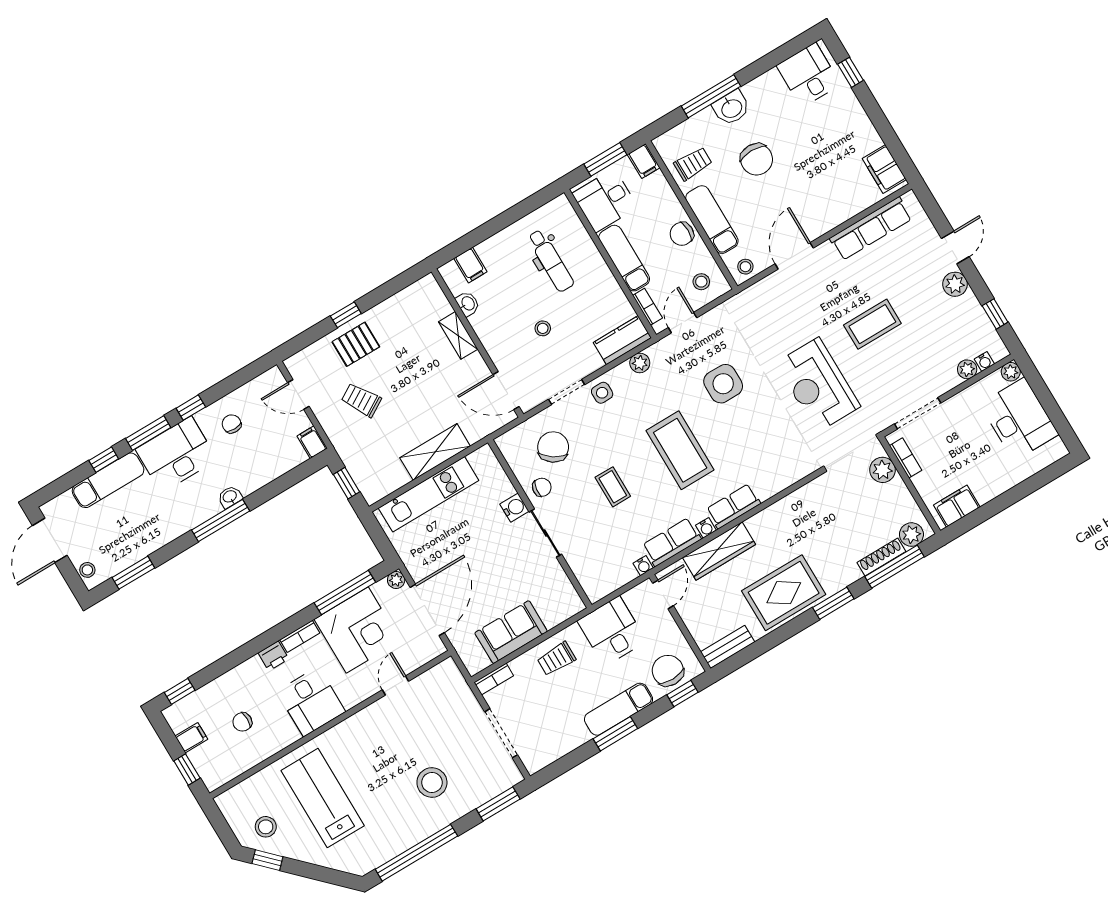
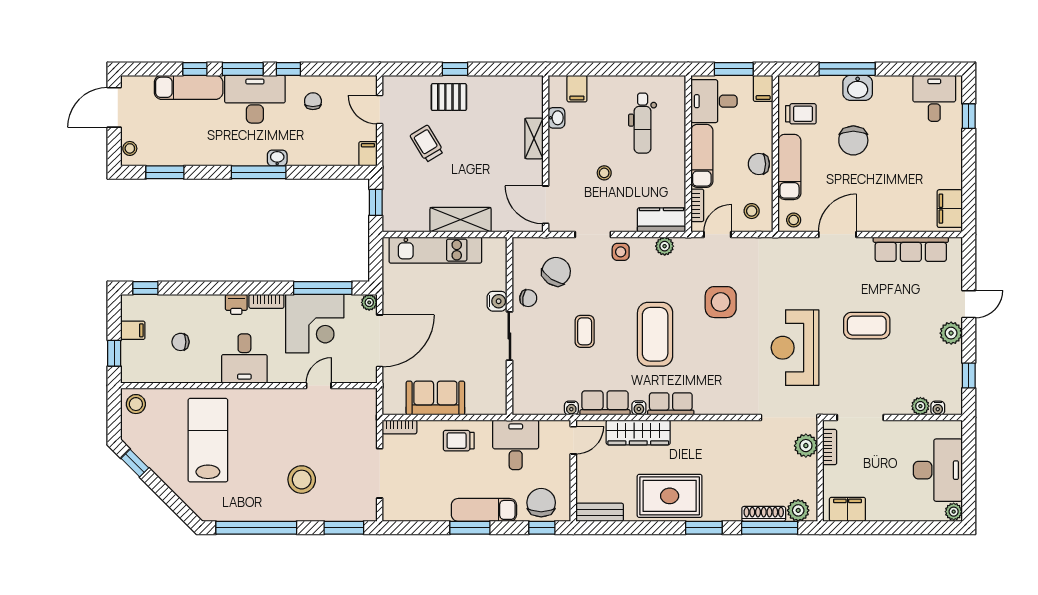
plant: (1011, 372) -> (954, 512), moved
stool: (266, 827) -> (136, 404), moved

